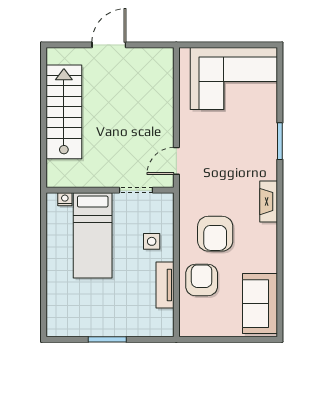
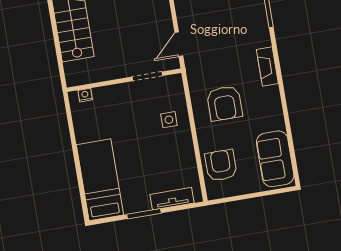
bed: (93, 235) -> (100, 180), moved, turned 180
armchair: (202, 280) -> (221, 165), moved
tv unit: (165, 285) -> (172, 199), moved, turned 90

